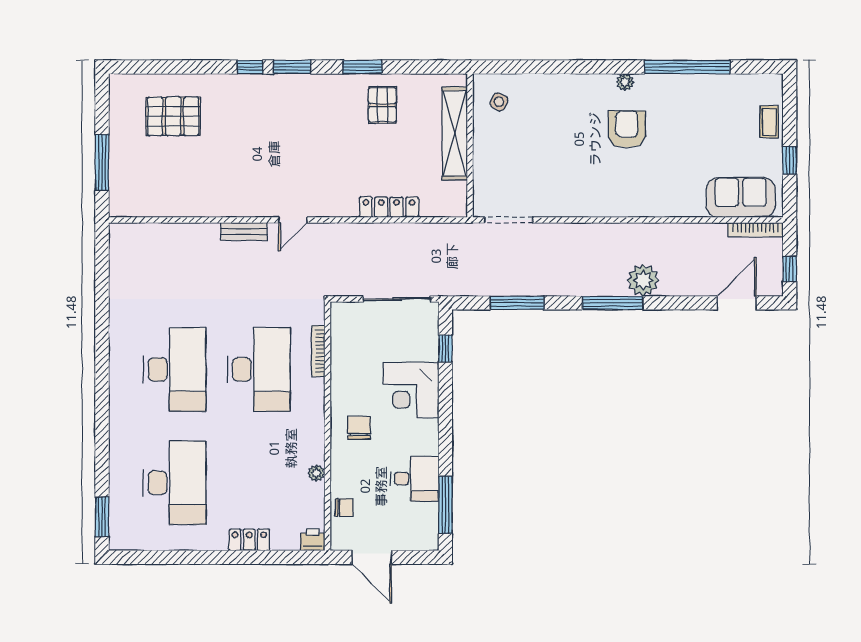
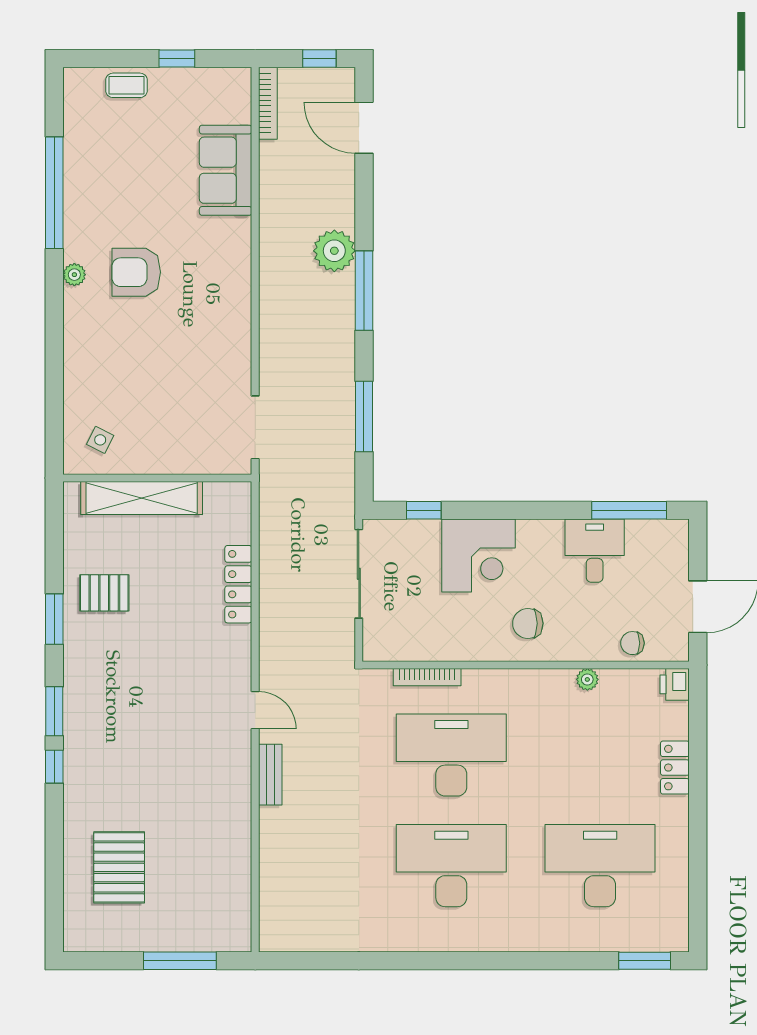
sofa: (741, 197) -> (226, 170), moved
chair: (344, 507) -> (632, 643), turned -90

